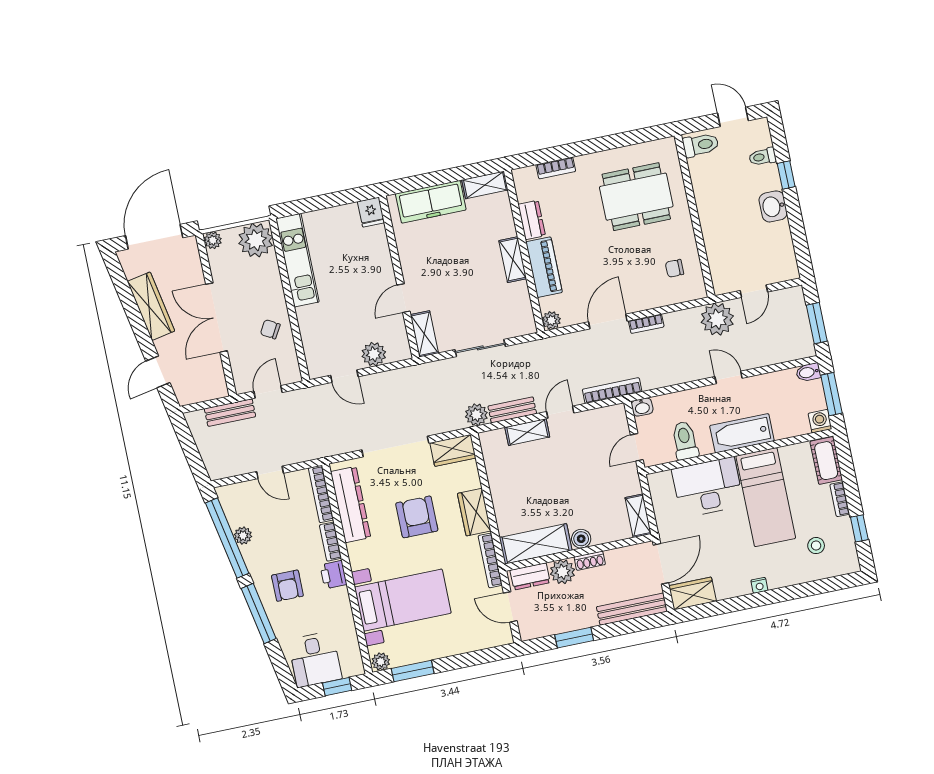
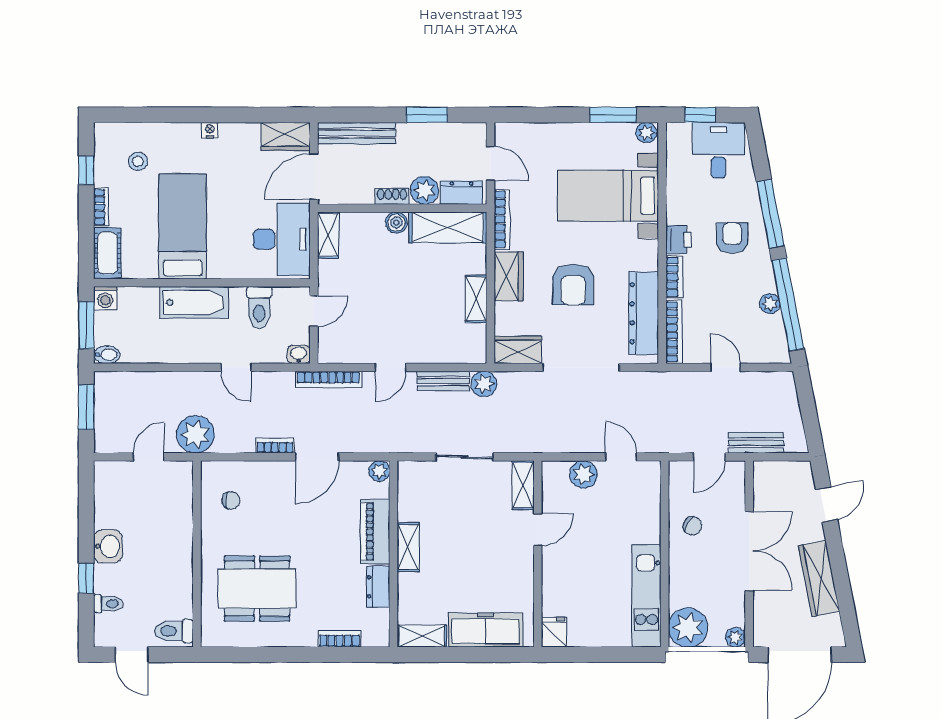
door: (729, 377) -> (236, 367), moved
shelving: (527, 432) -> (476, 299), moved, turned 90
desk: (708, 487) -> (282, 239), moved, turned -90

